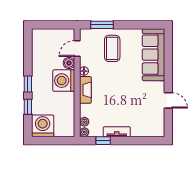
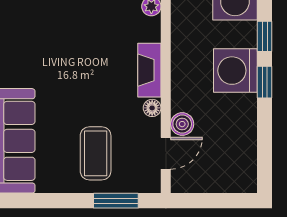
washing machine: (64, 81) -> (235, 71), moved, turned 180

